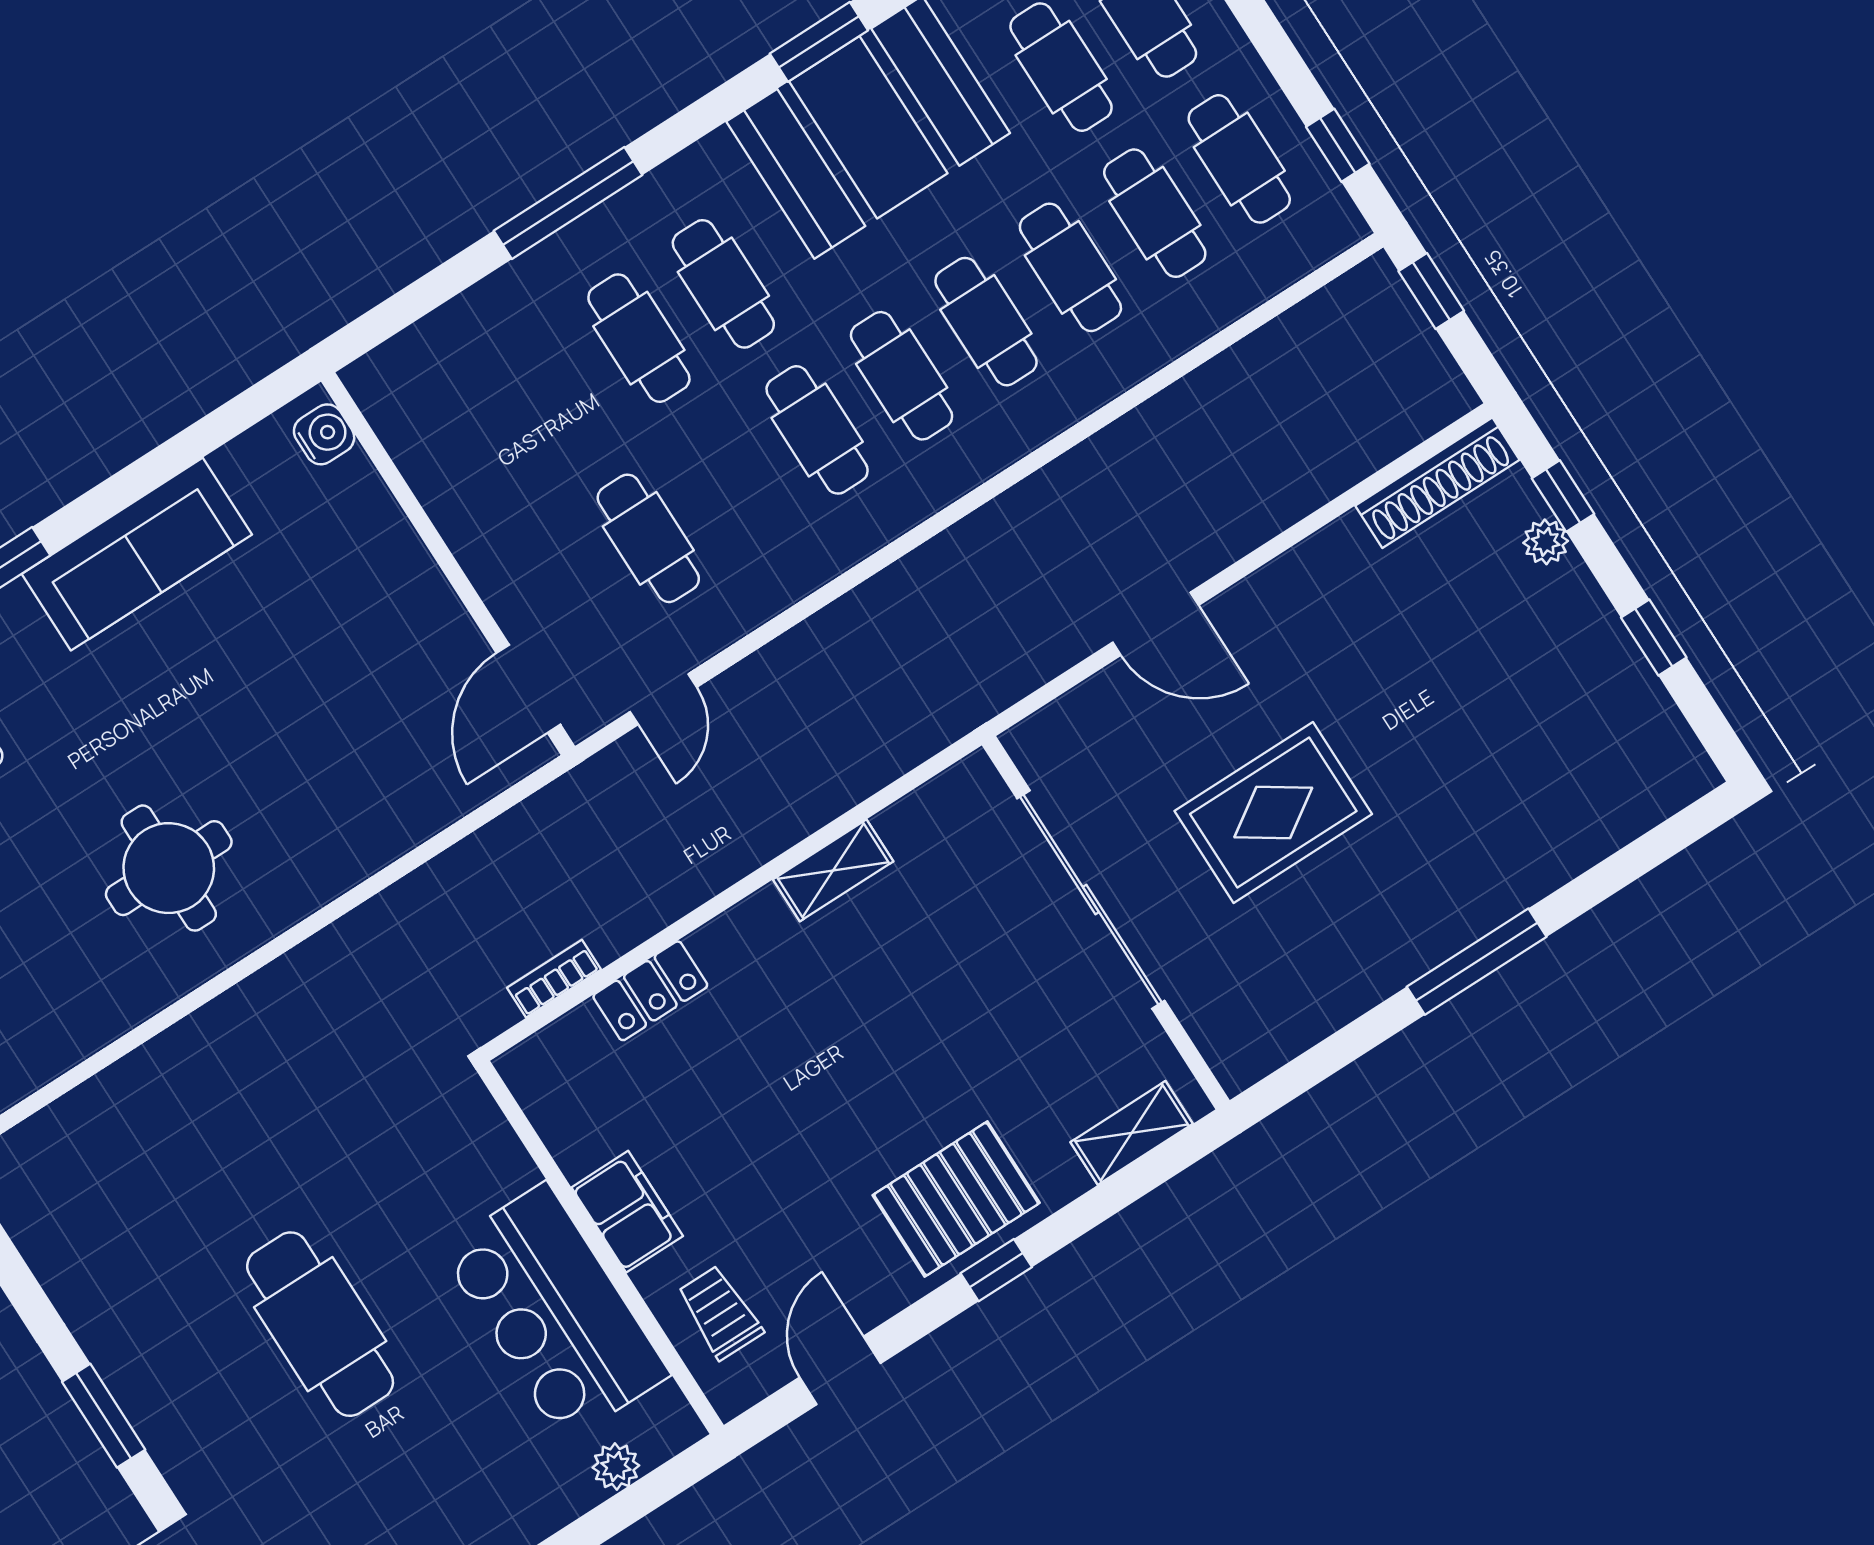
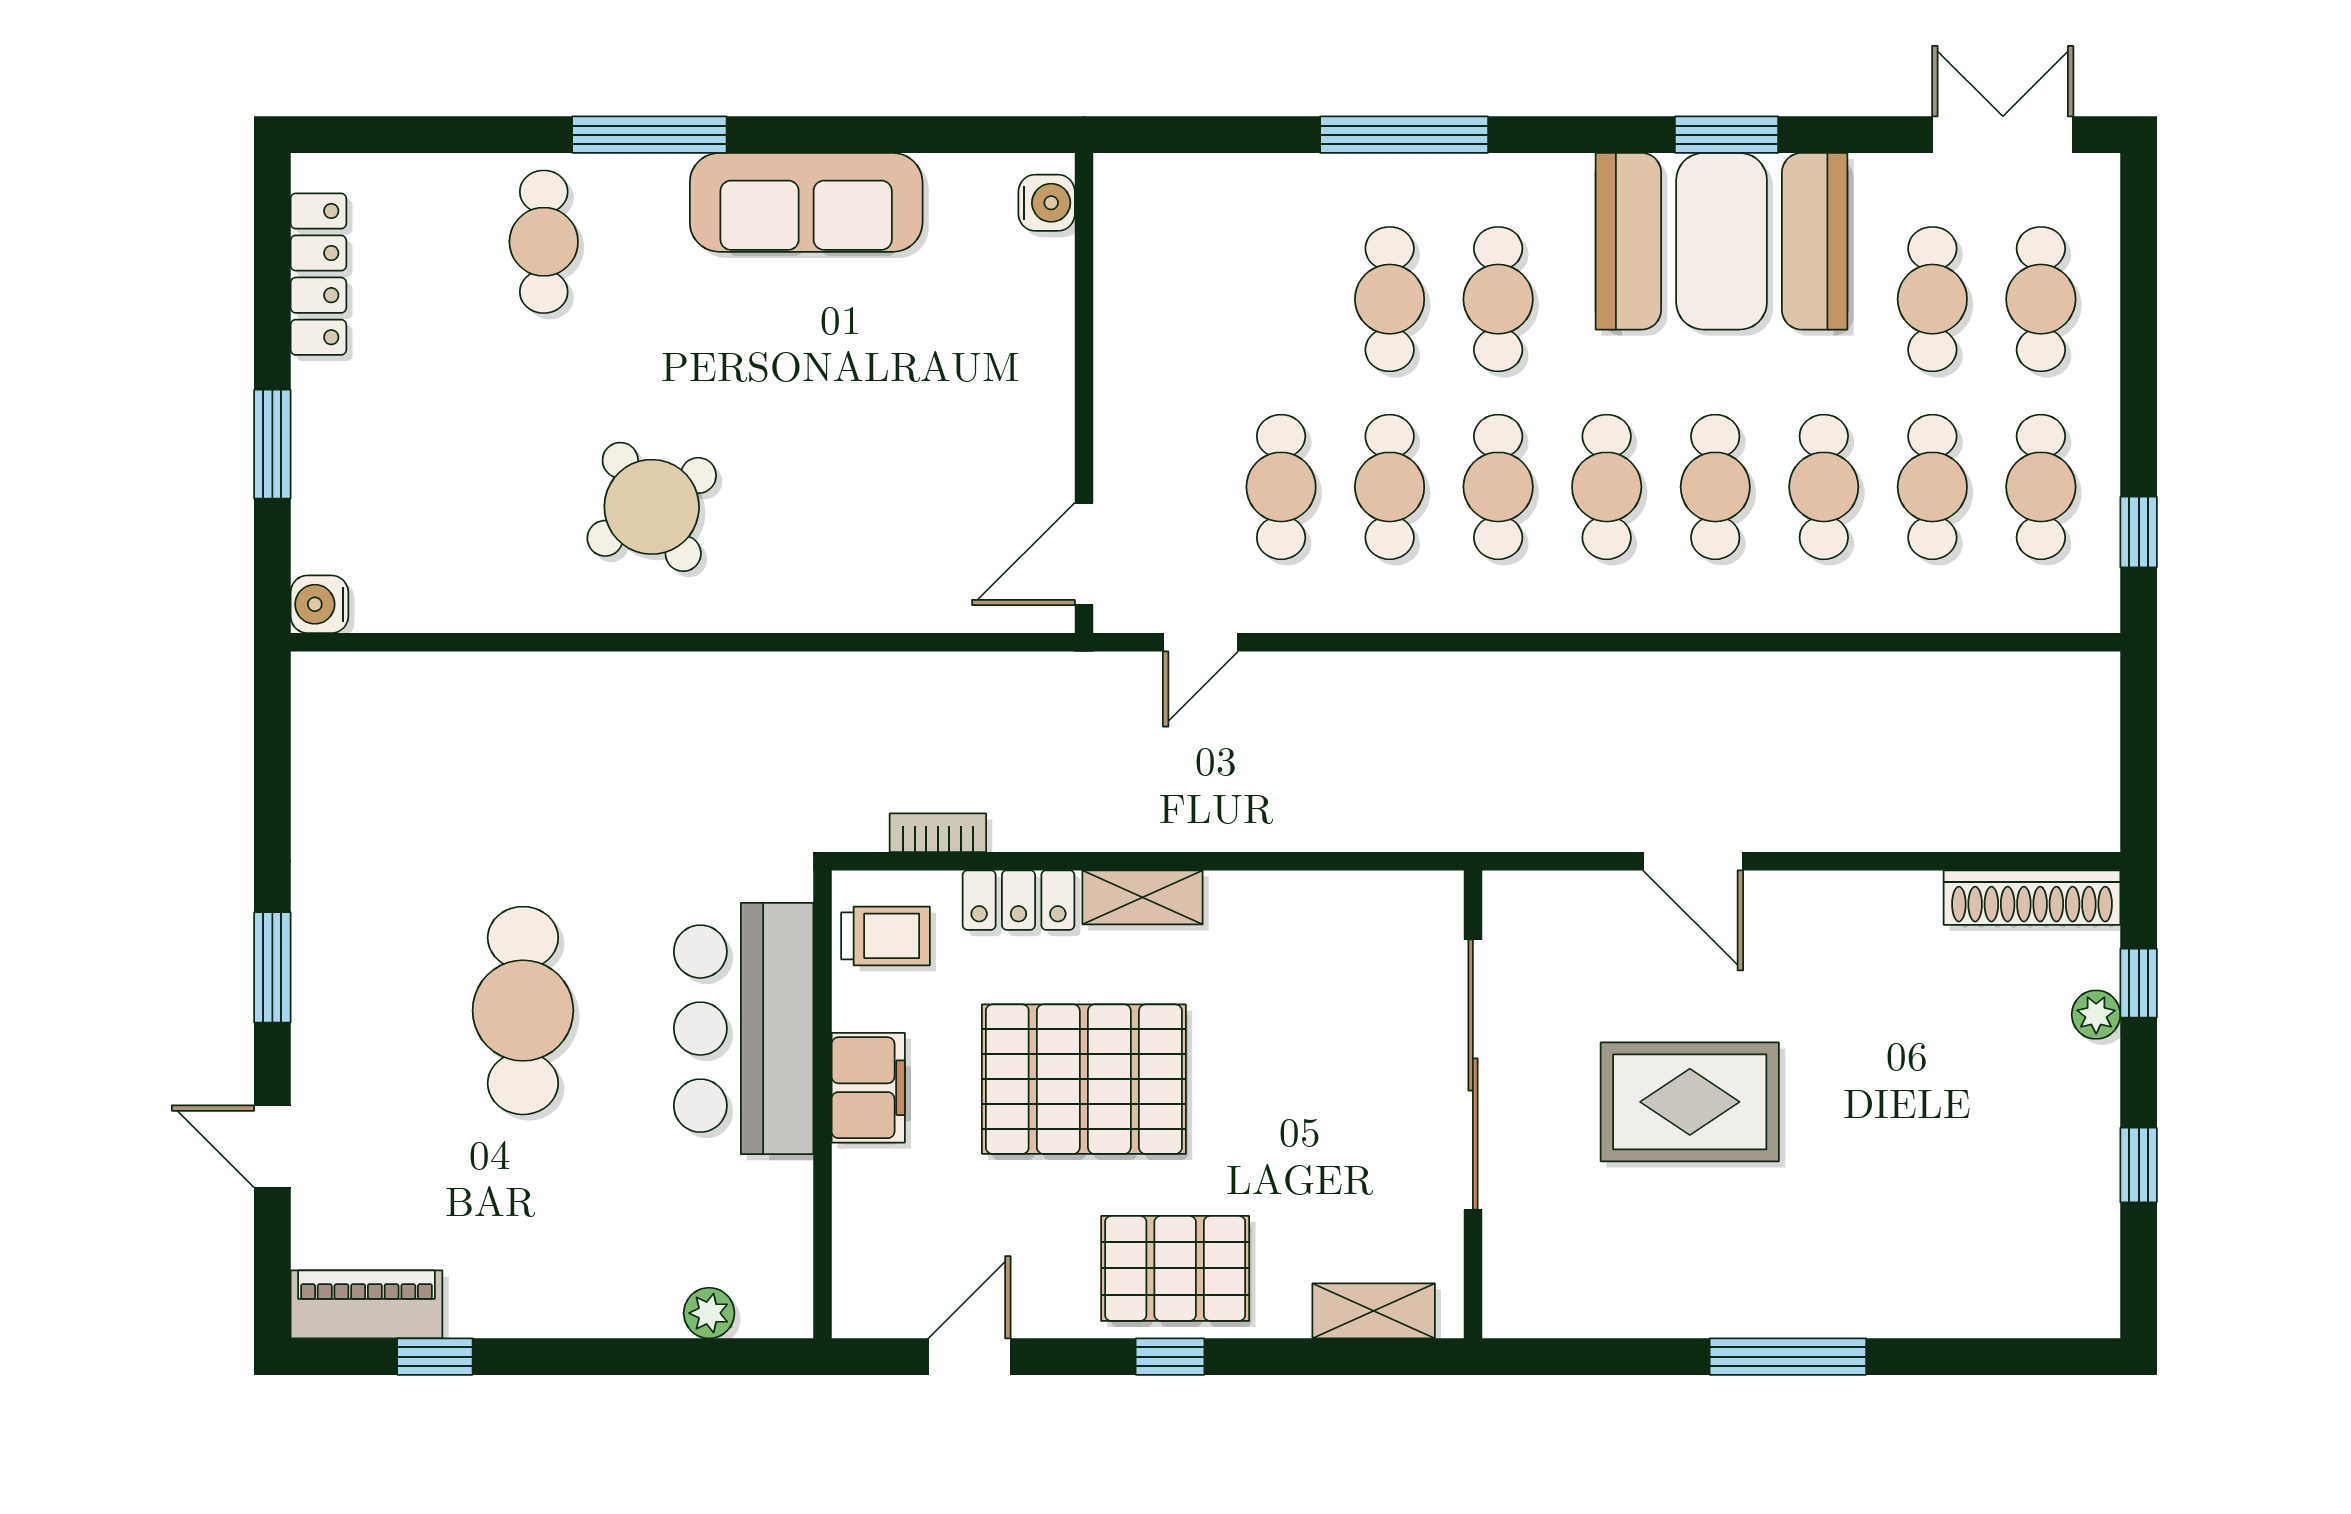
window: (1431, 291) -> (2139, 719), removed
cafe table: (733, 484) -> (1390, 487), added
round table: (169, 868) -> (652, 507), turned -34
shelving: (833, 870) -> (1143, 897), moved
pallet: (791, 1097) -> (1084, 1079), added
bar counter: (555, 1312) -> (744, 1029), moved
trolley: (720, 1313) -> (886, 936), moved, turned 90

